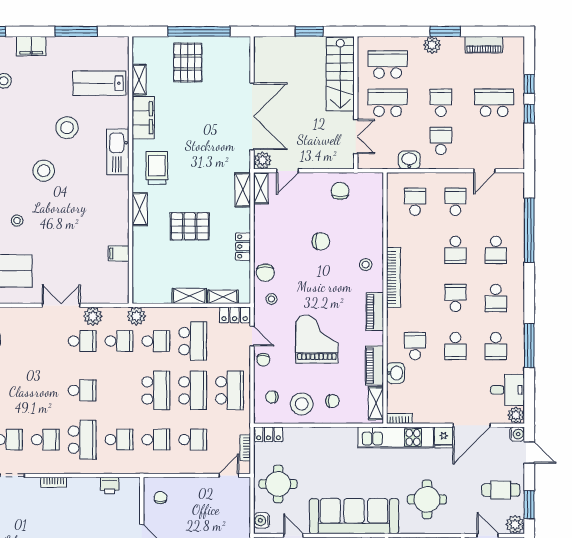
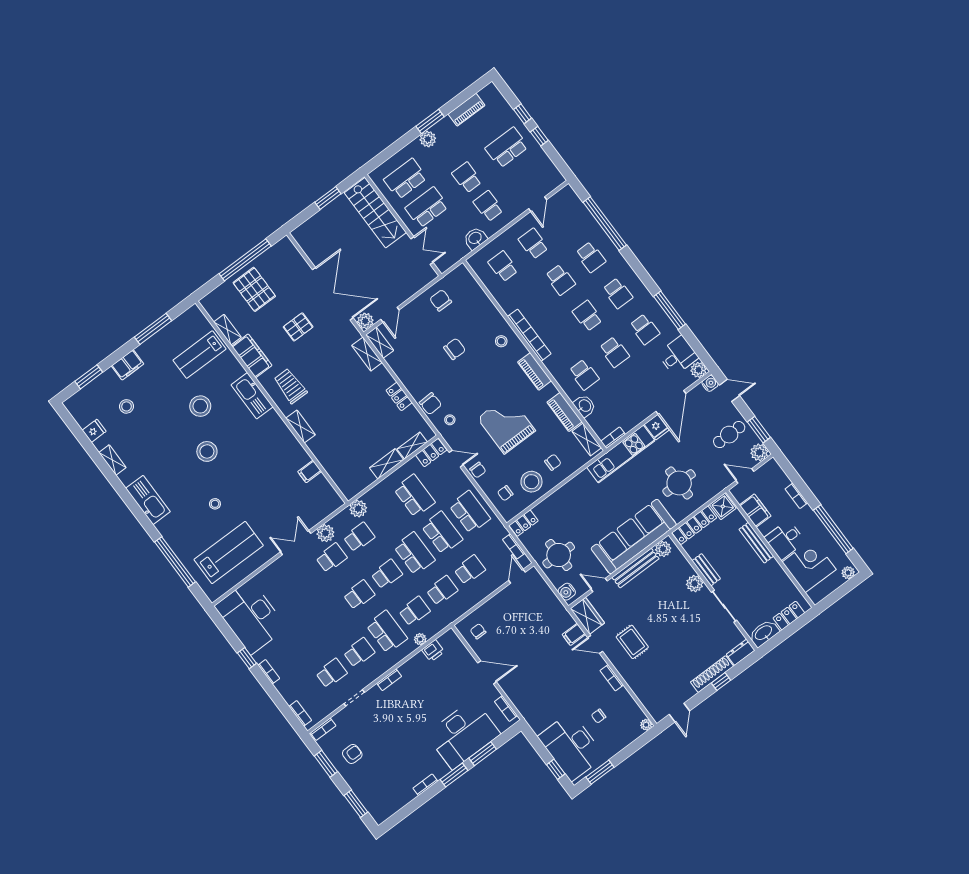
pallet: (190, 226) -> (298, 327), moved, width x0.67, depth x0.71
school desk: (156, 341) -> (387, 574), moved
school desk: (415, 346) -> (584, 375), turned 180
plant: (106, 467) -> (420, 639), added

